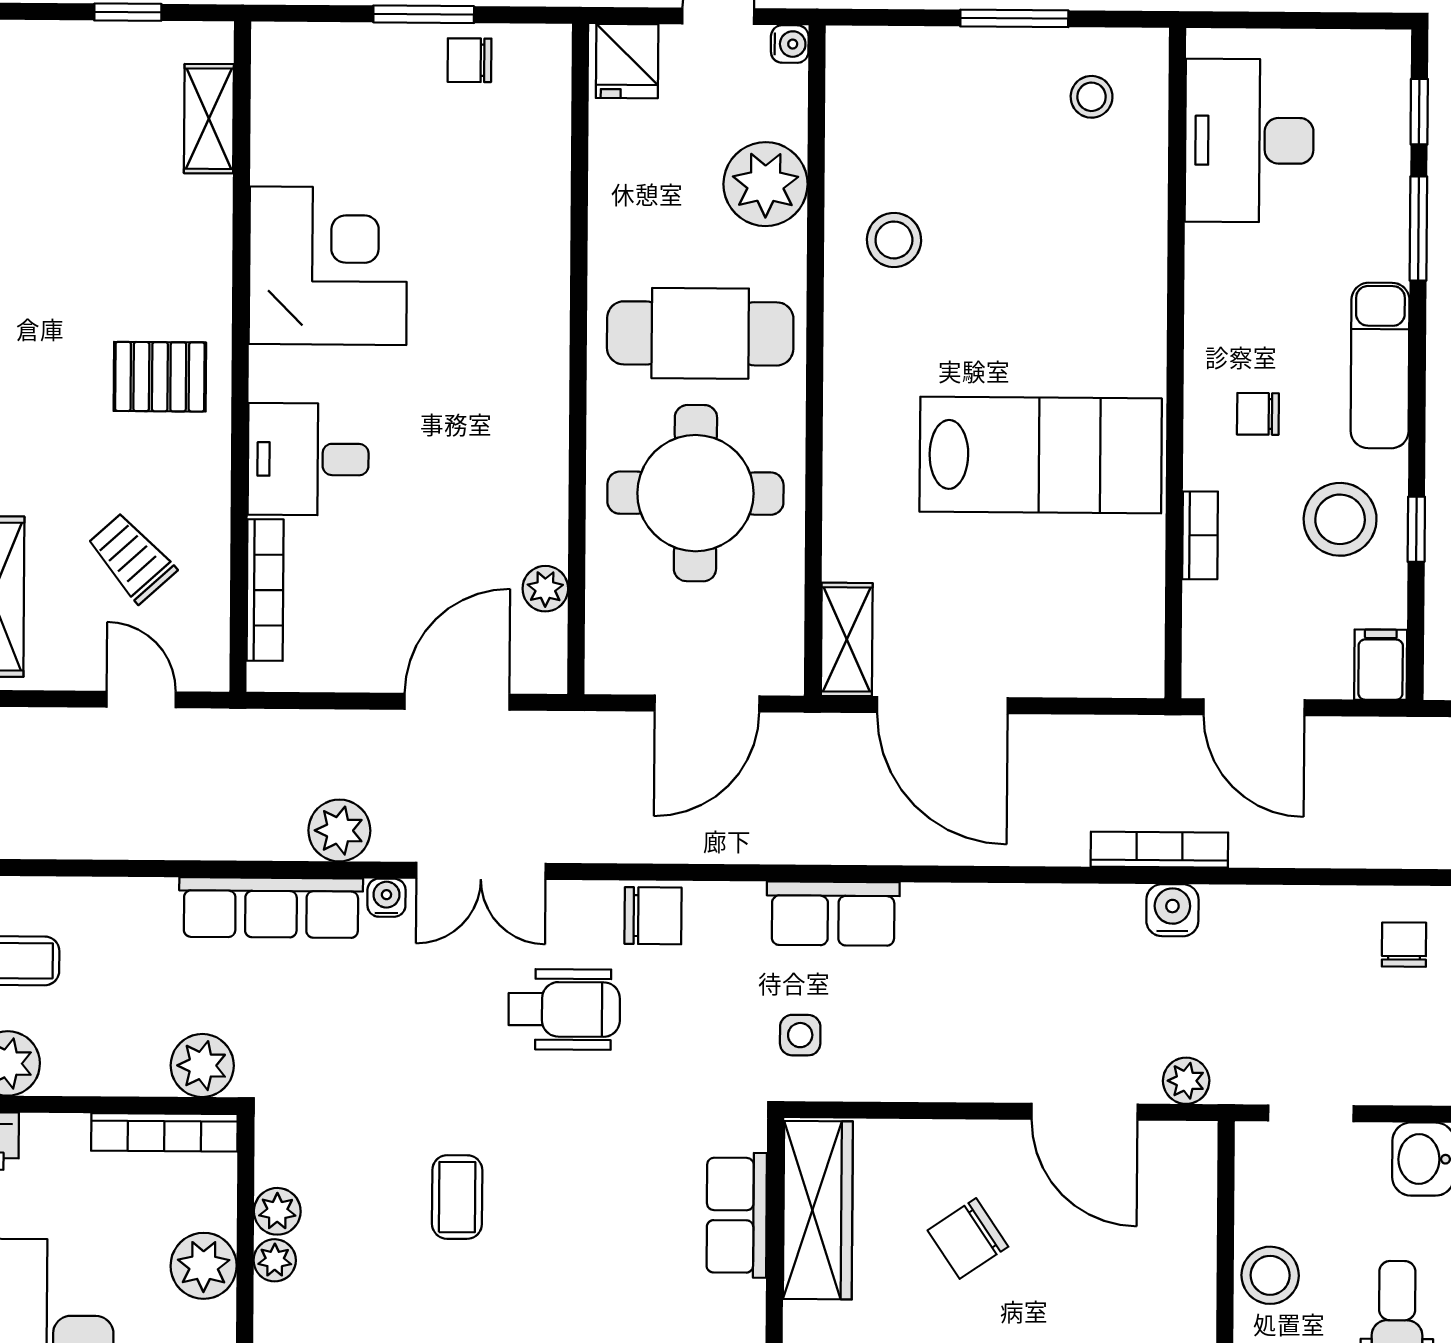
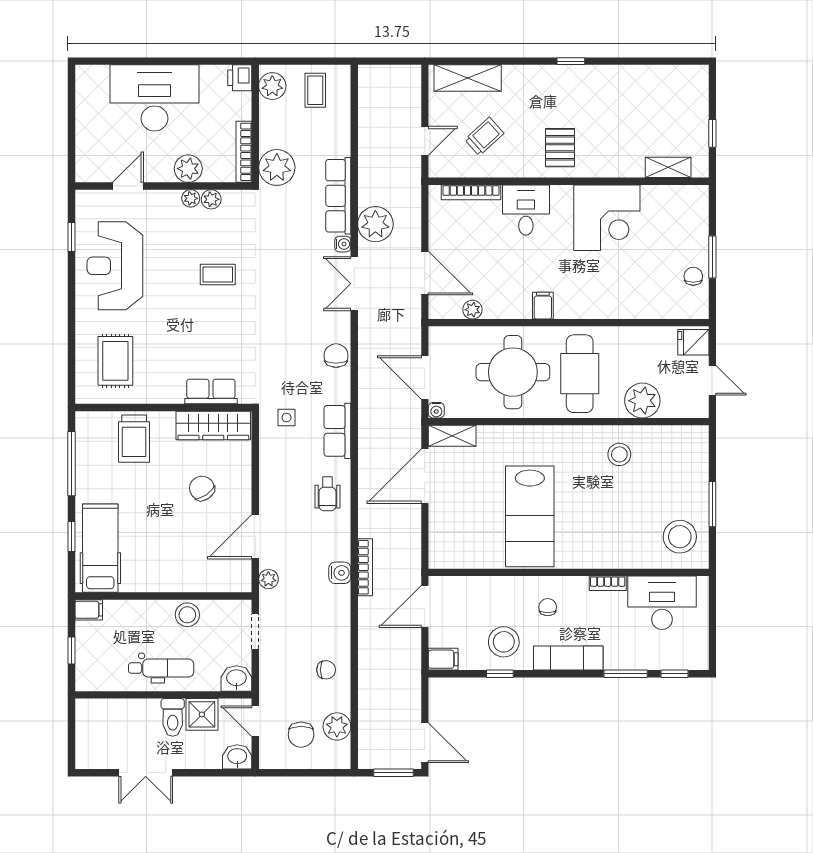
water cooler: (790, 44) -> (436, 410), moved
stool: (1092, 97) -> (680, 537), width x1.89, depth x1.89
filing cabinet: (537, 420) -> (543, 306), added
bookcase: (1200, 535) -> (608, 583), moved
plant: (339, 830) -> (375, 224), width x1.36, depth x1.36
chair: (653, 916) -> (336, 356), turned 180
wheelchair: (564, 1009) -> (328, 494), moved, width x0.73, depth x0.73
plant: (202, 1066) -> (277, 167), width x1.36, depth x1.36

